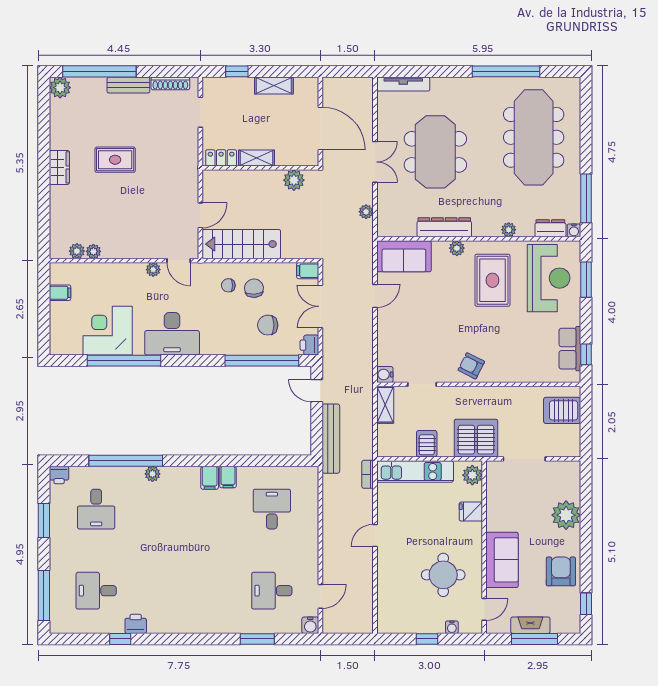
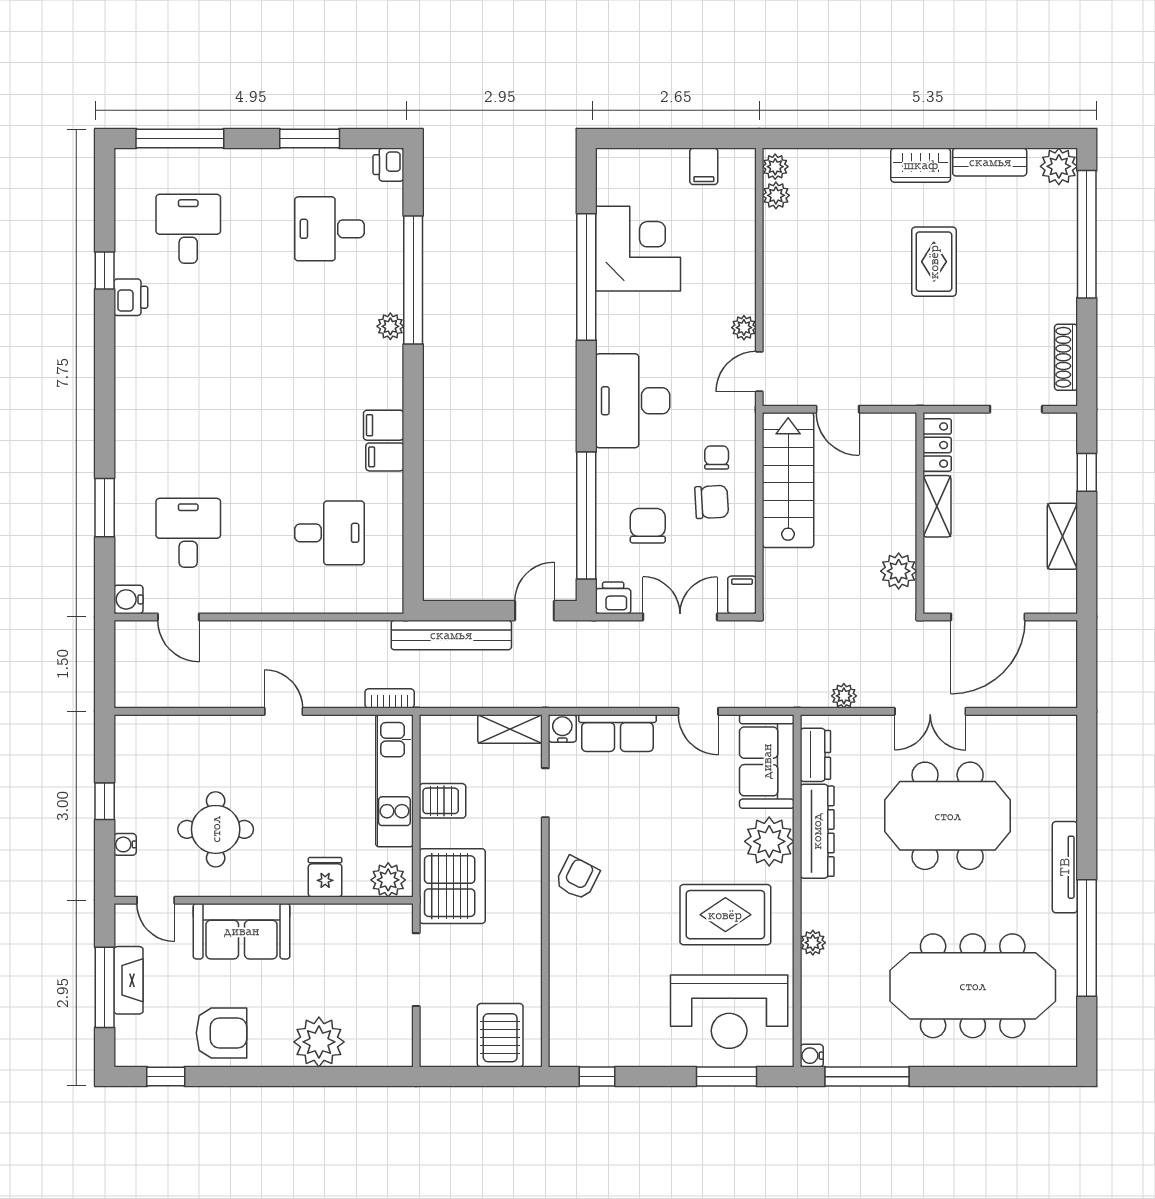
tv unit: (403, 84) -> (1065, 867), moved
bench: (128, 85) -> (990, 162), moved, turned 90
dresser: (550, 228) -> (815, 755), moved
plant: (457, 248) -> (769, 841), width x1.87, depth x1.87
plant: (93, 251) -> (775, 167), moved
desk: (172, 334) -> (633, 401), moved
row of seats: (570, 349) -> (617, 733), moved, turned 180

